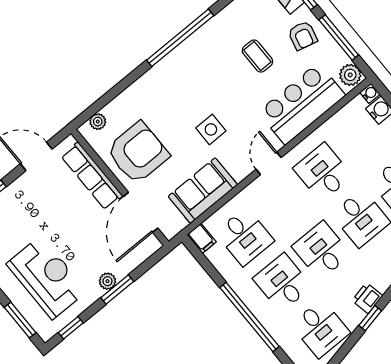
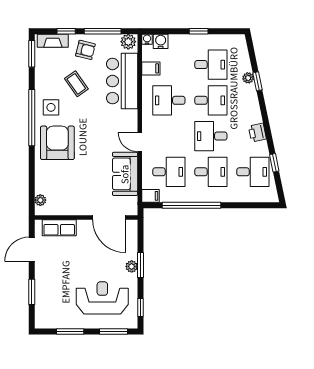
coffee table: (257, 56) -> (76, 84), turned 55
filing cabinet: (341, 124) -> (151, 68), added
side table: (211, 129) -> (51, 107), moved
armchair: (138, 153) -> (57, 143), moved
door: (269, 163) -> (140, 142), moved
row of seats: (92, 176) -> (59, 228), width x0.68
desk: (282, 283) -> (211, 172), turned 180
window: (249, 317) -> (191, 205), moved
window: (370, 318) -> (274, 163), moved

